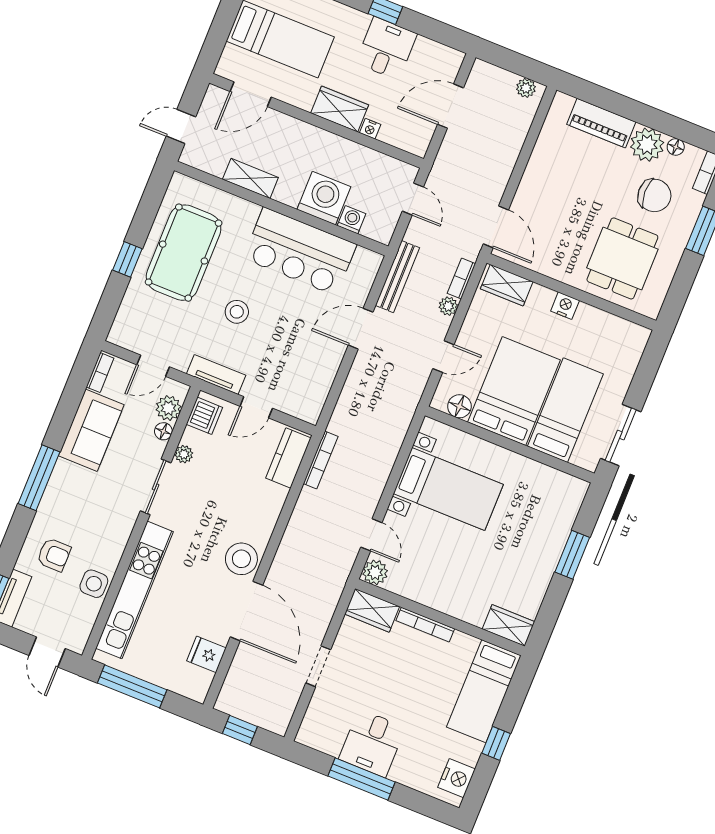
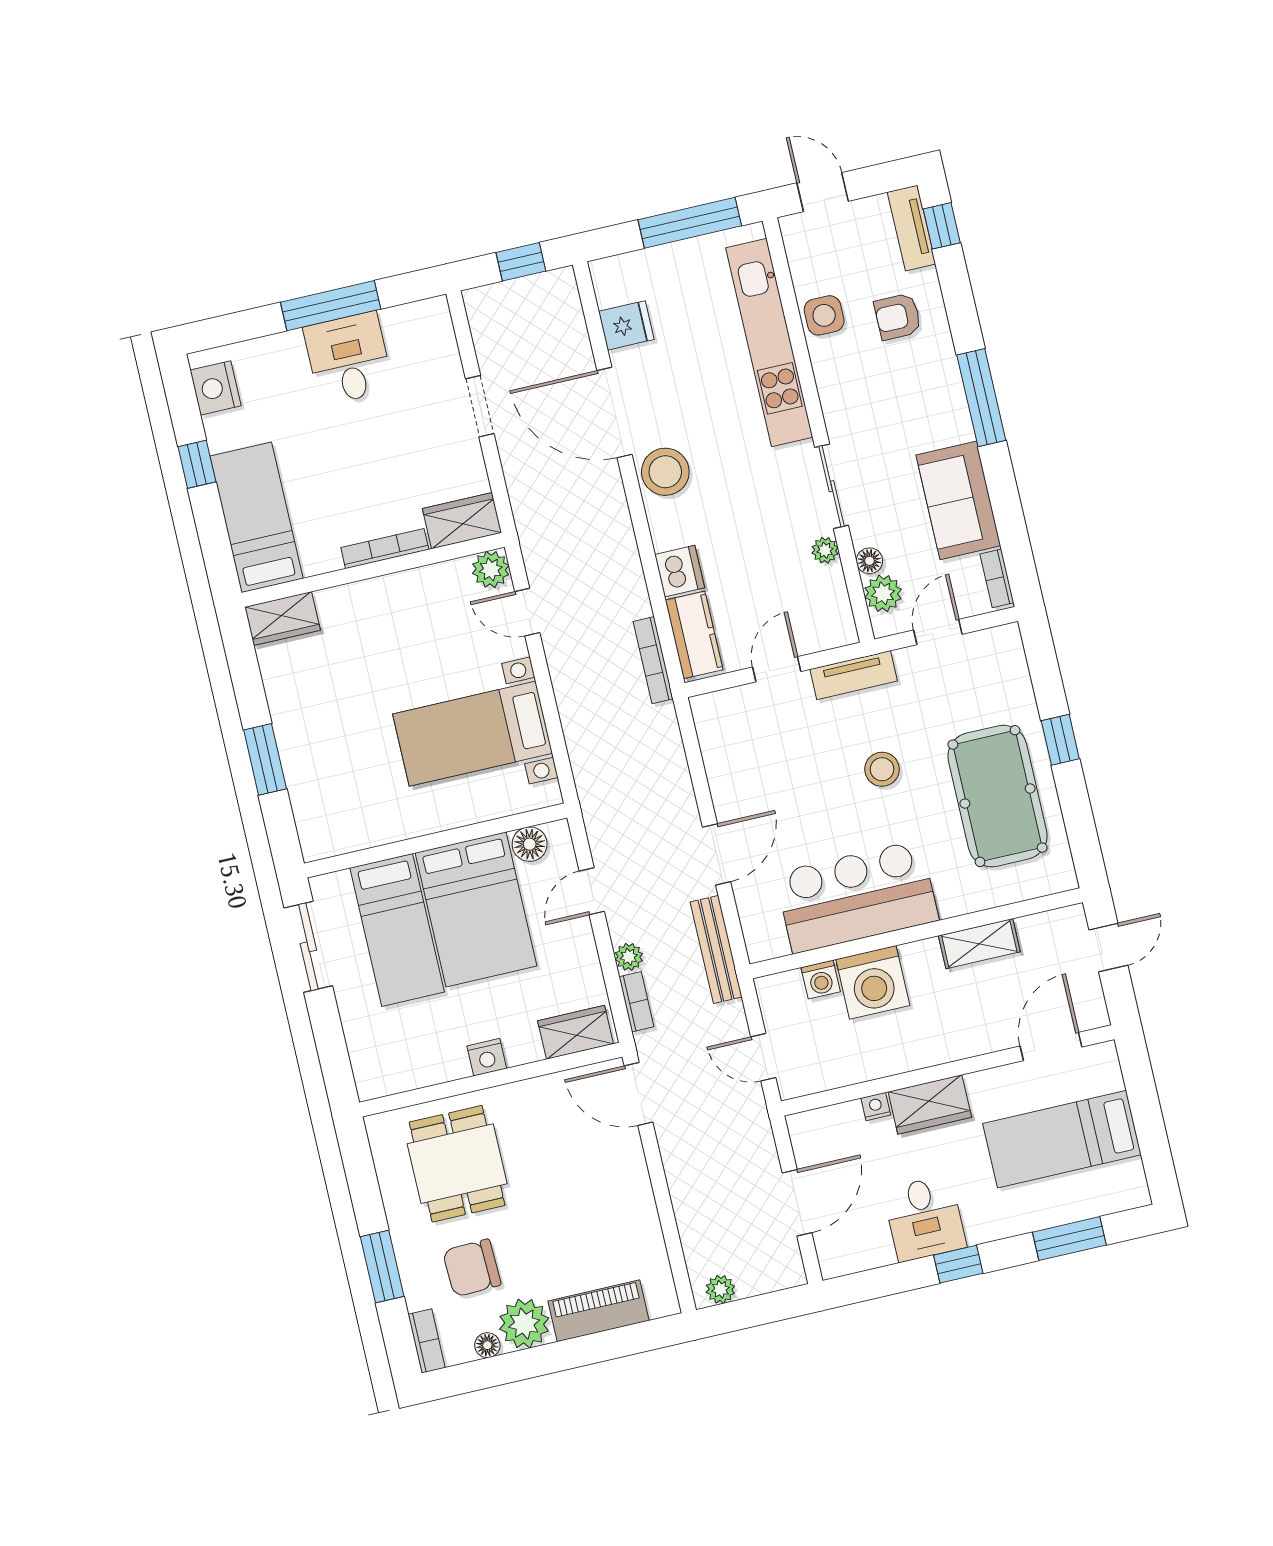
dishwasher: (204, 416) -> (680, 571), moved, turned 180

